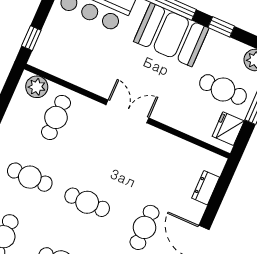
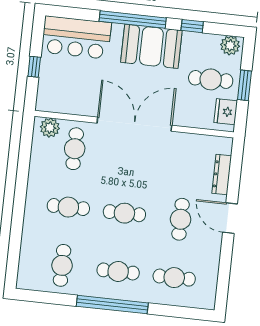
window: (31, 38) -> (34, 67), moved
double door: (127, 111) -> (134, 124), width x1.87
dresser: (206, 188) -> (222, 175), width x1.44

